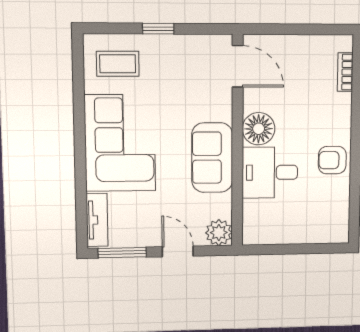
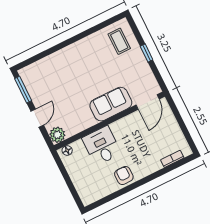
floor lamp: (259, 129) -> (67, 150), moved, width x0.53, depth x0.53
corner sofa: (120, 143) -> (80, 61), removed
sofa: (212, 158) -> (111, 104), moved
tv unit: (97, 220) -> (34, 69), removed

